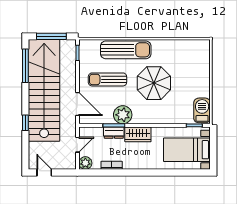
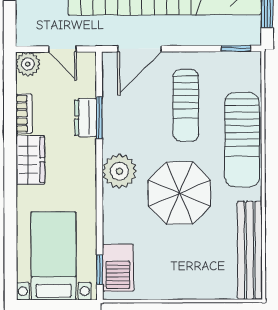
bench: (184, 46) -> (250, 250), added
sun lounger: (107, 79) -> (186, 105), turned 180
barbecue: (202, 110) -> (118, 268), moved, turned 90
plant: (123, 115) -> (119, 171), moved
wardrobe: (138, 134) -> (30, 160), moved, turned 180

